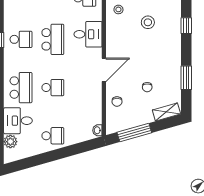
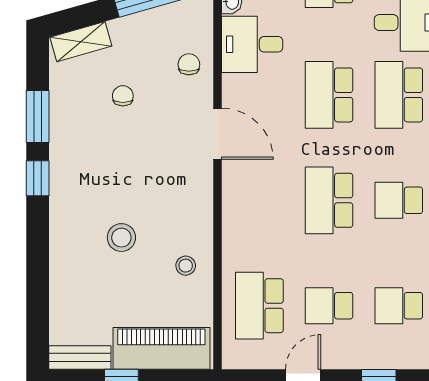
window: (186, 26) -> (38, 178), moved
desk: (88, 34) -> (252, 44), moved
door: (104, 70) -> (217, 134), swing flipped
school desk: (53, 88) -> (329, 95), width x1.85

